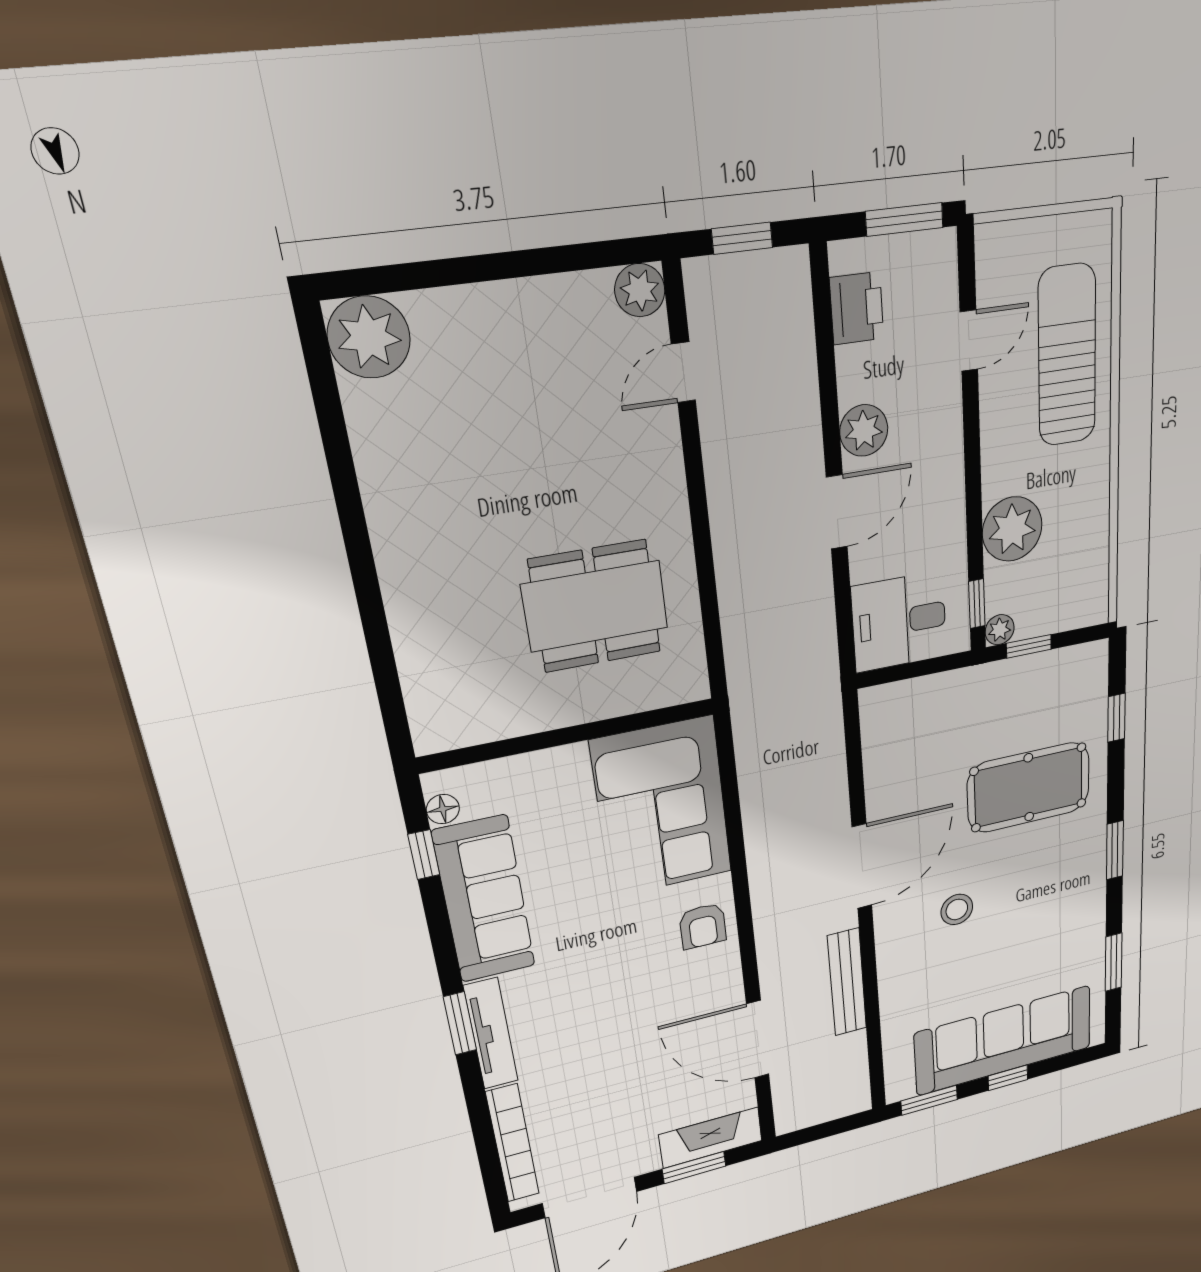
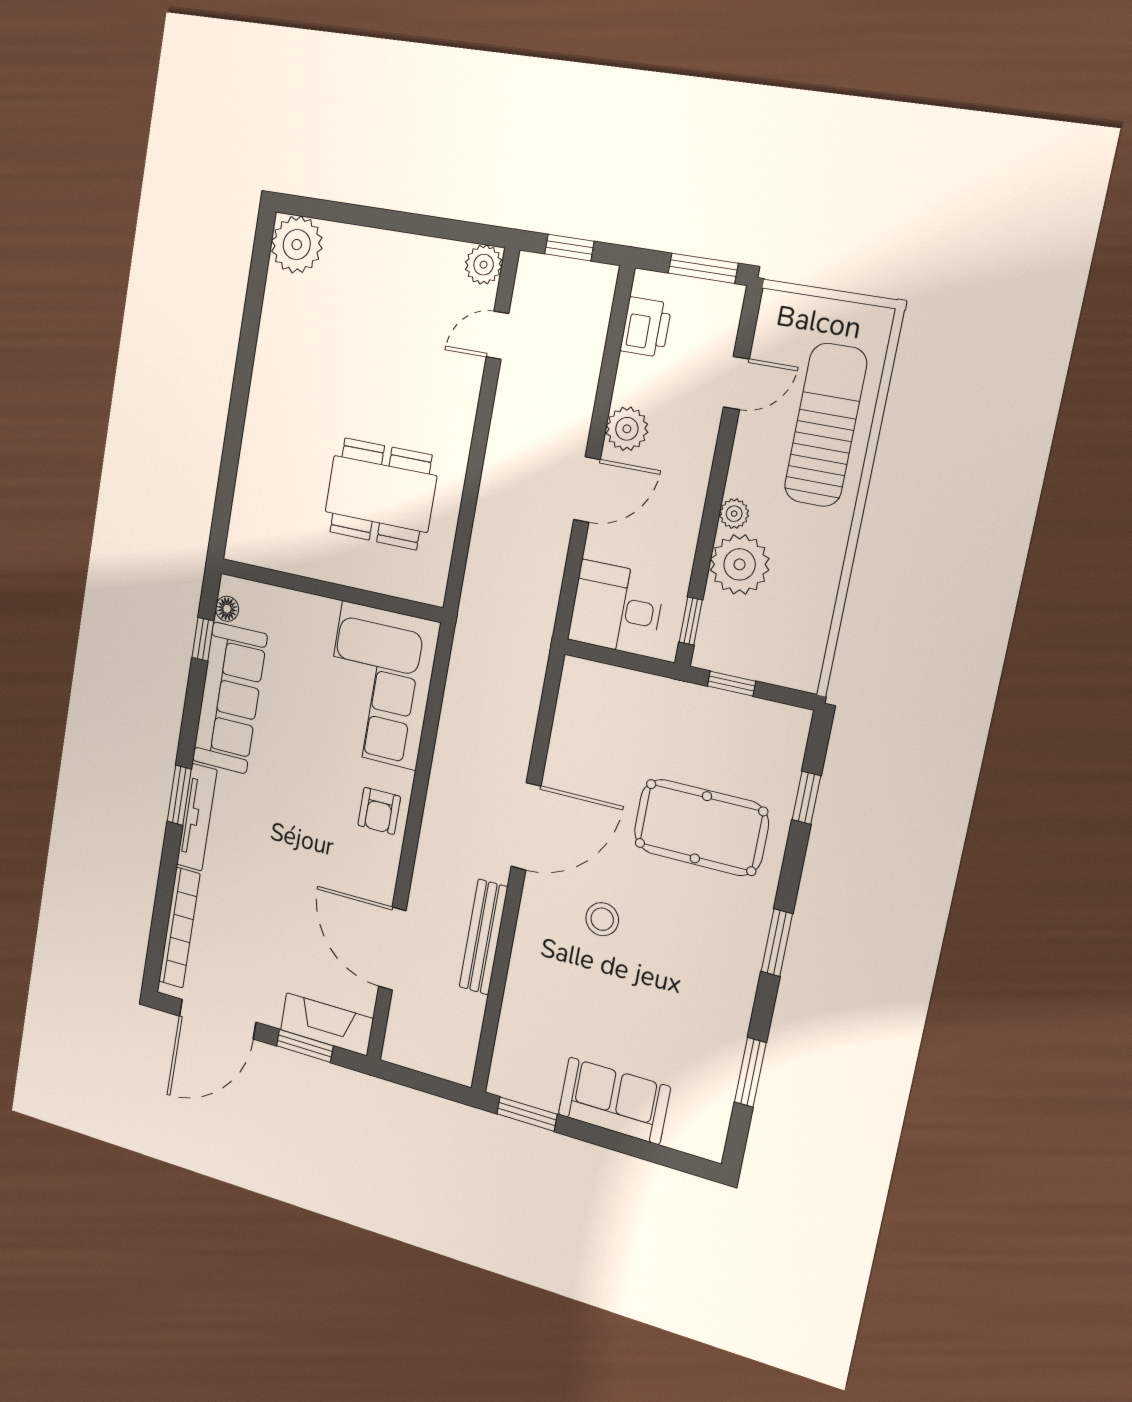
plant: (1000, 630) -> (734, 514), moved
sofa: (1004, 1040) -> (614, 1101), width x0.54, depth x0.79
window: (1008, 1078) -> (610, 1139), removed

